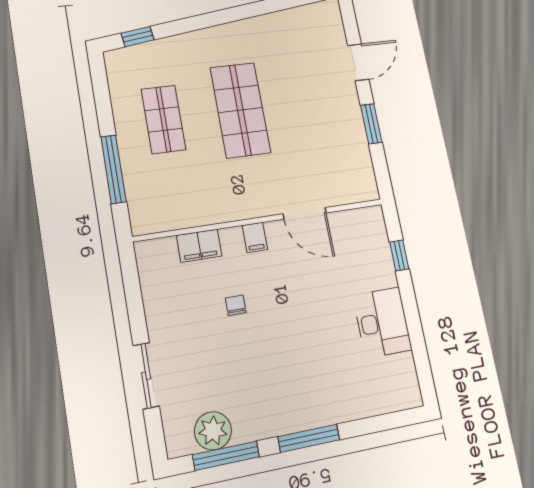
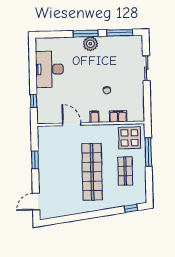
door: (358, 62) -> (36, 202), moved
shop shelf: (240, 110) -> (92, 172), width x1.40
display table: (164, 198) -> (130, 138), added
desk: (382, 323) -> (49, 69), width x1.36, depth x1.30
plant: (213, 431) -> (90, 44), moved

